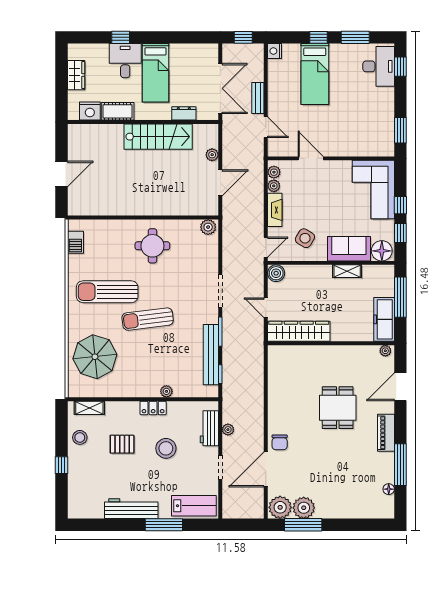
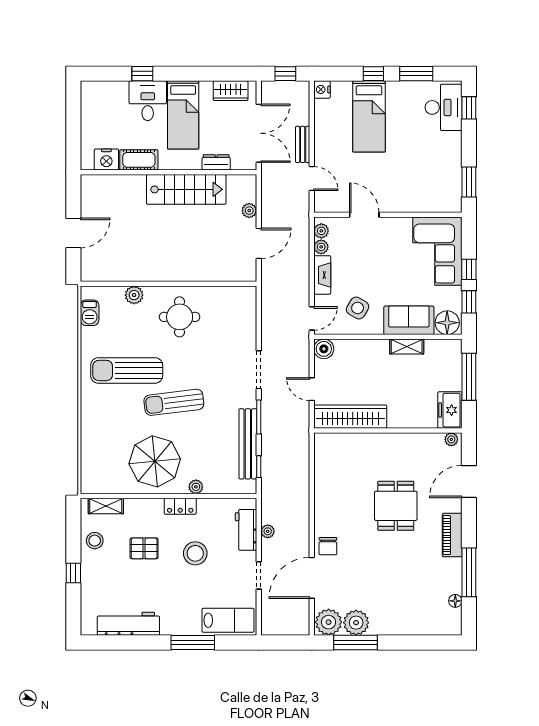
wardrobe: (76, 75) -> (231, 91), moved, turned 90
plant: (208, 227) -> (134, 295), moved
freezer: (384, 319) -> (450, 410), width x0.71
parasol: (95, 357) -> (155, 461), moved
workbench: (131, 509) -> (128, 624), moved

